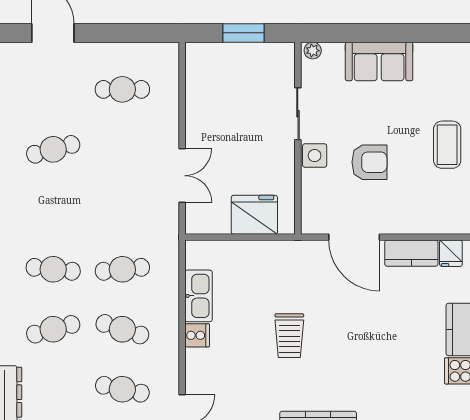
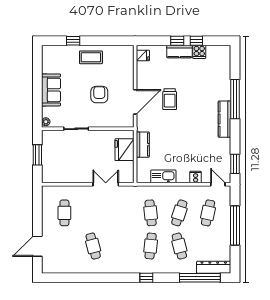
side table: (315, 156) -> (96, 121), removed
kitchen counter: (411, 253) -> (143, 145), moved
cooker: (197, 335) -> (196, 177), moved
trolley: (289, 336) -> (170, 99), moved, turned 90

